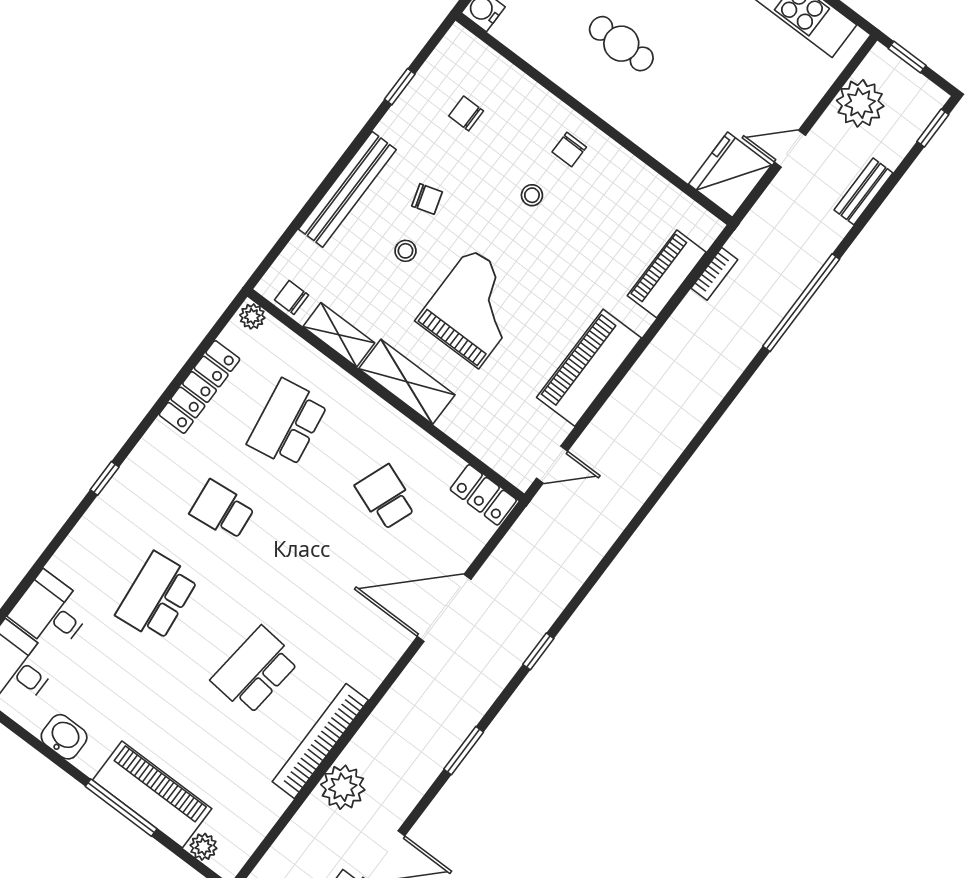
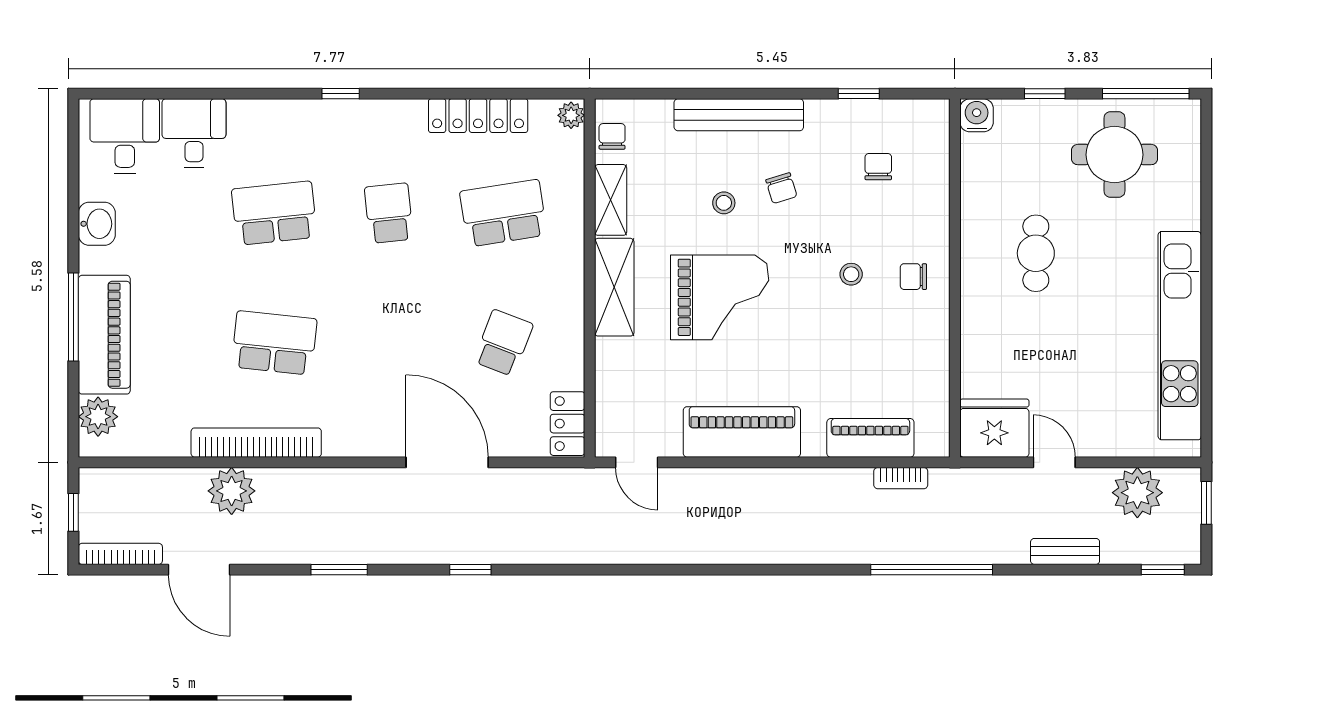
plant: (203, 847) -> (98, 417), width x1.38, depth x1.38

